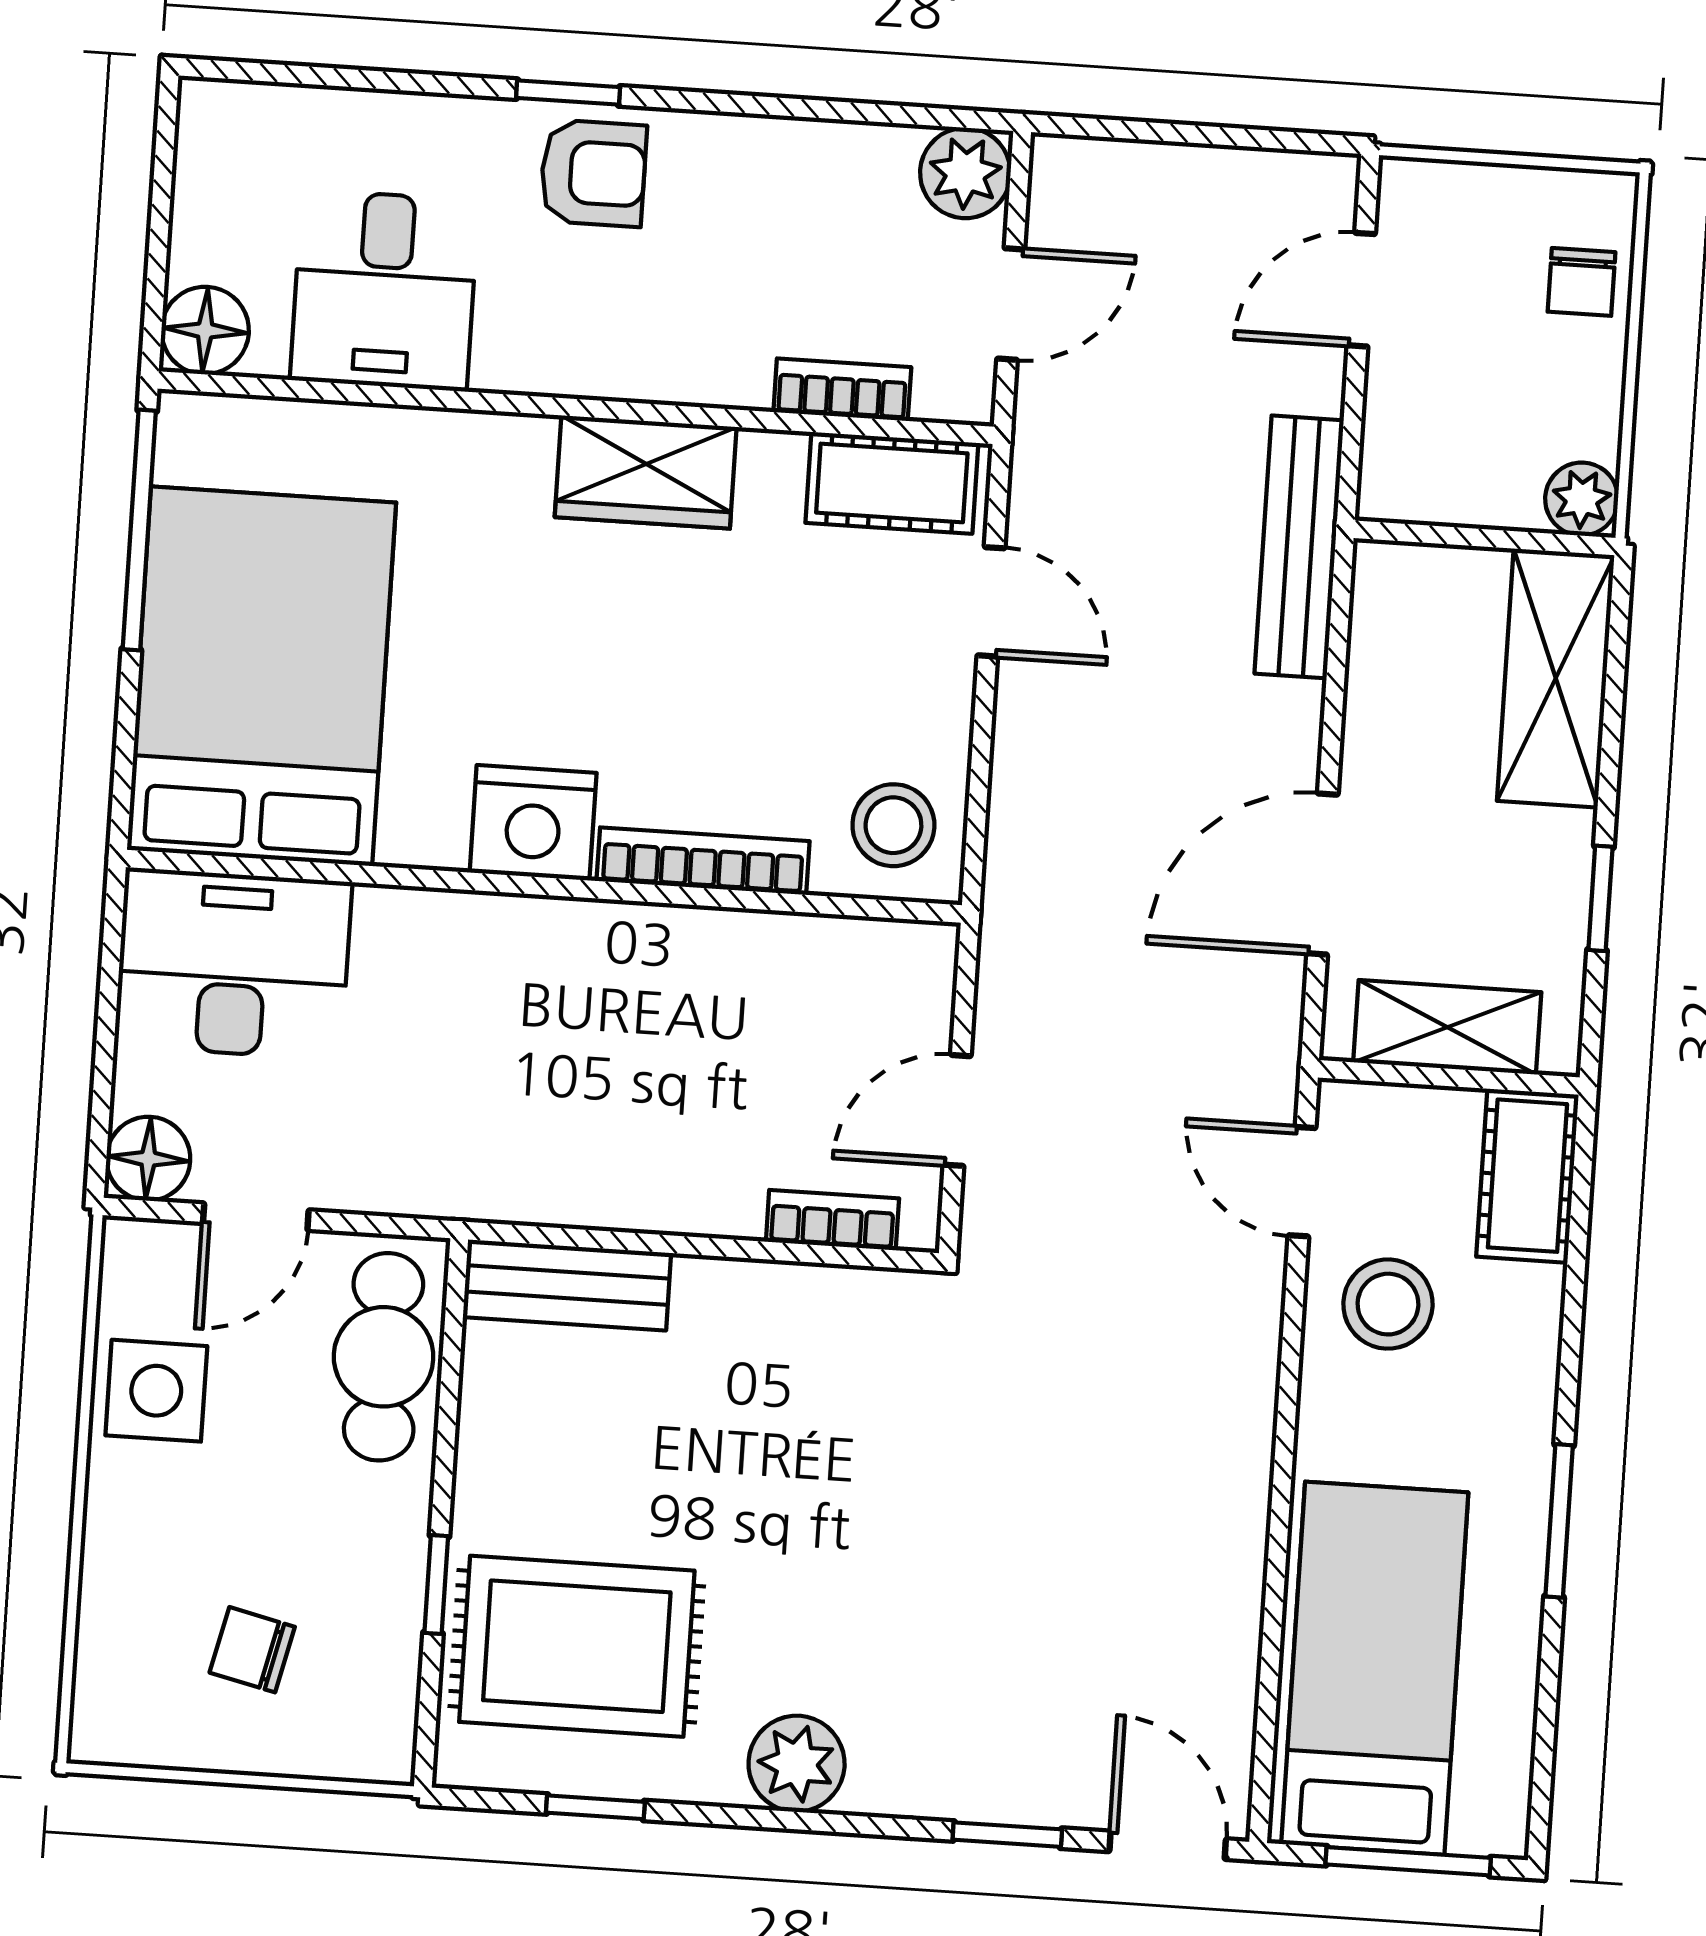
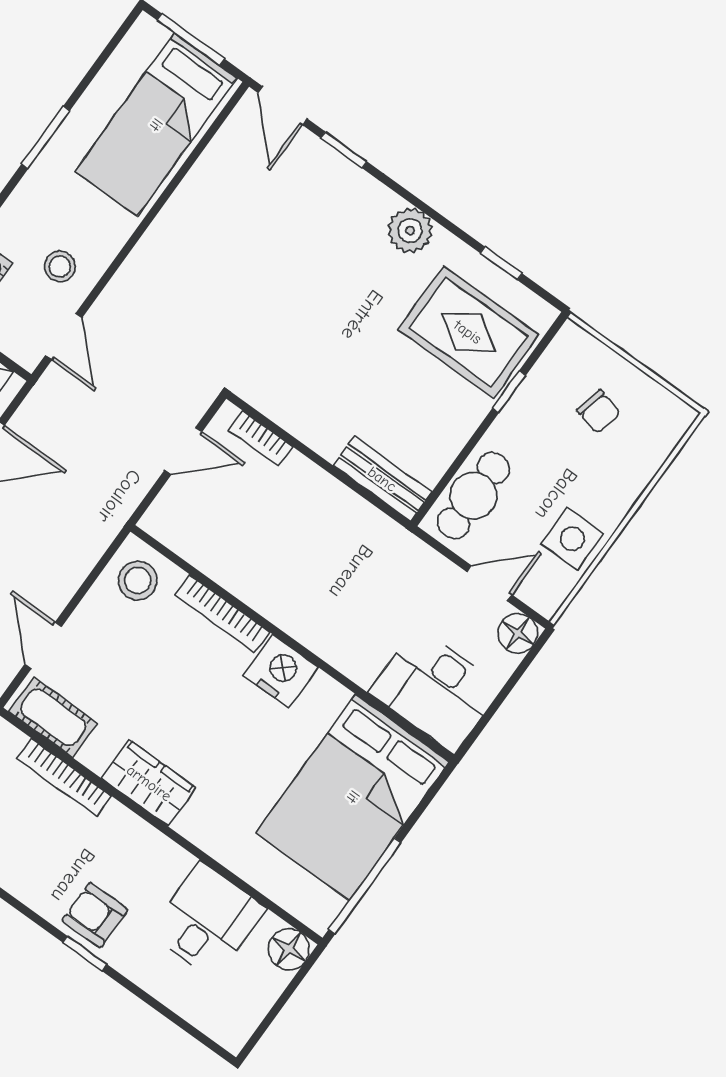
bookcase: (842, 390) -> (64, 777), width x1.56
stool: (1388, 1304) -> (60, 266), width x0.73, depth x0.73

